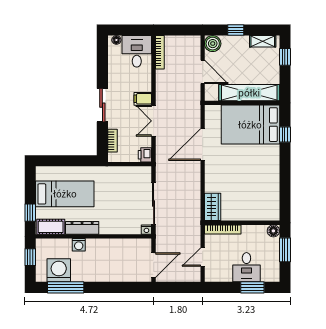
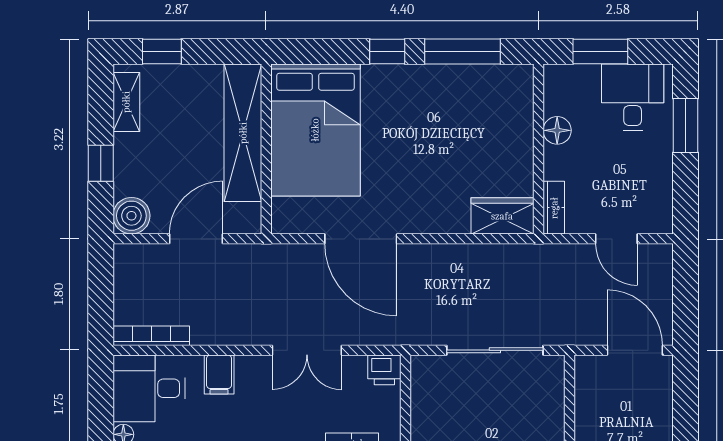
filing cabinet: (143, 99) -> (219, 374), moved
window: (285, 134) -> (387, 52), moved
window: (285, 189) -> (463, 52), added
bookcase: (223, 229) -> (554, 208), width x0.64
nightstand: (146, 230) -> (554, 366), removed
floor lamp: (273, 231) -> (557, 130), moved
desk: (246, 267) -> (633, 97), moved, turned -90

